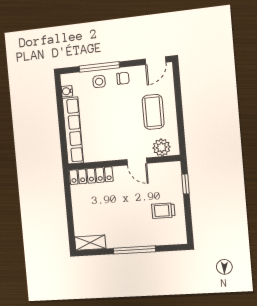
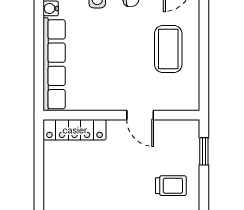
plant: (162, 147) -> (176, 99), removed
trolley: (163, 211) -> (171, 186), turned 180

